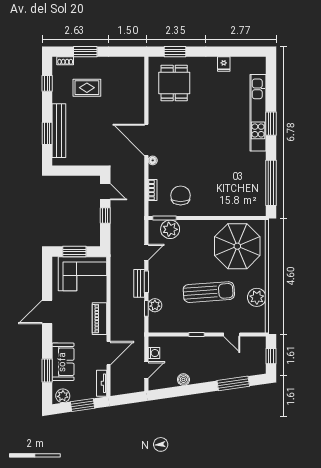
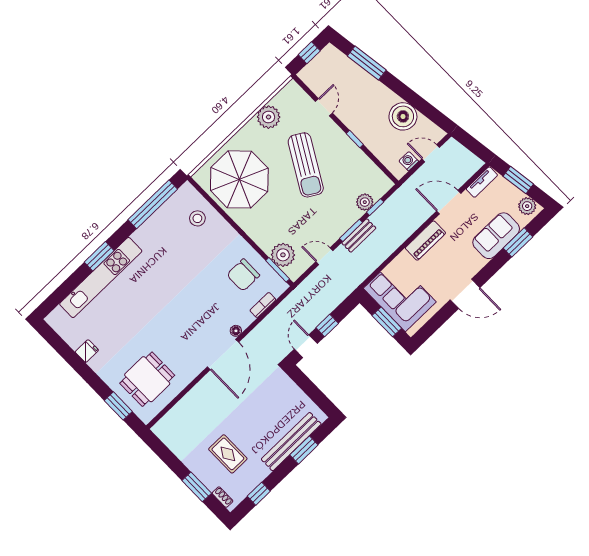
stool: (238, 201) -> (197, 218), added
sun lounger: (209, 292) -> (306, 165), turned -146
boiler: (183, 380) -> (403, 116), width x1.86, depth x1.86

